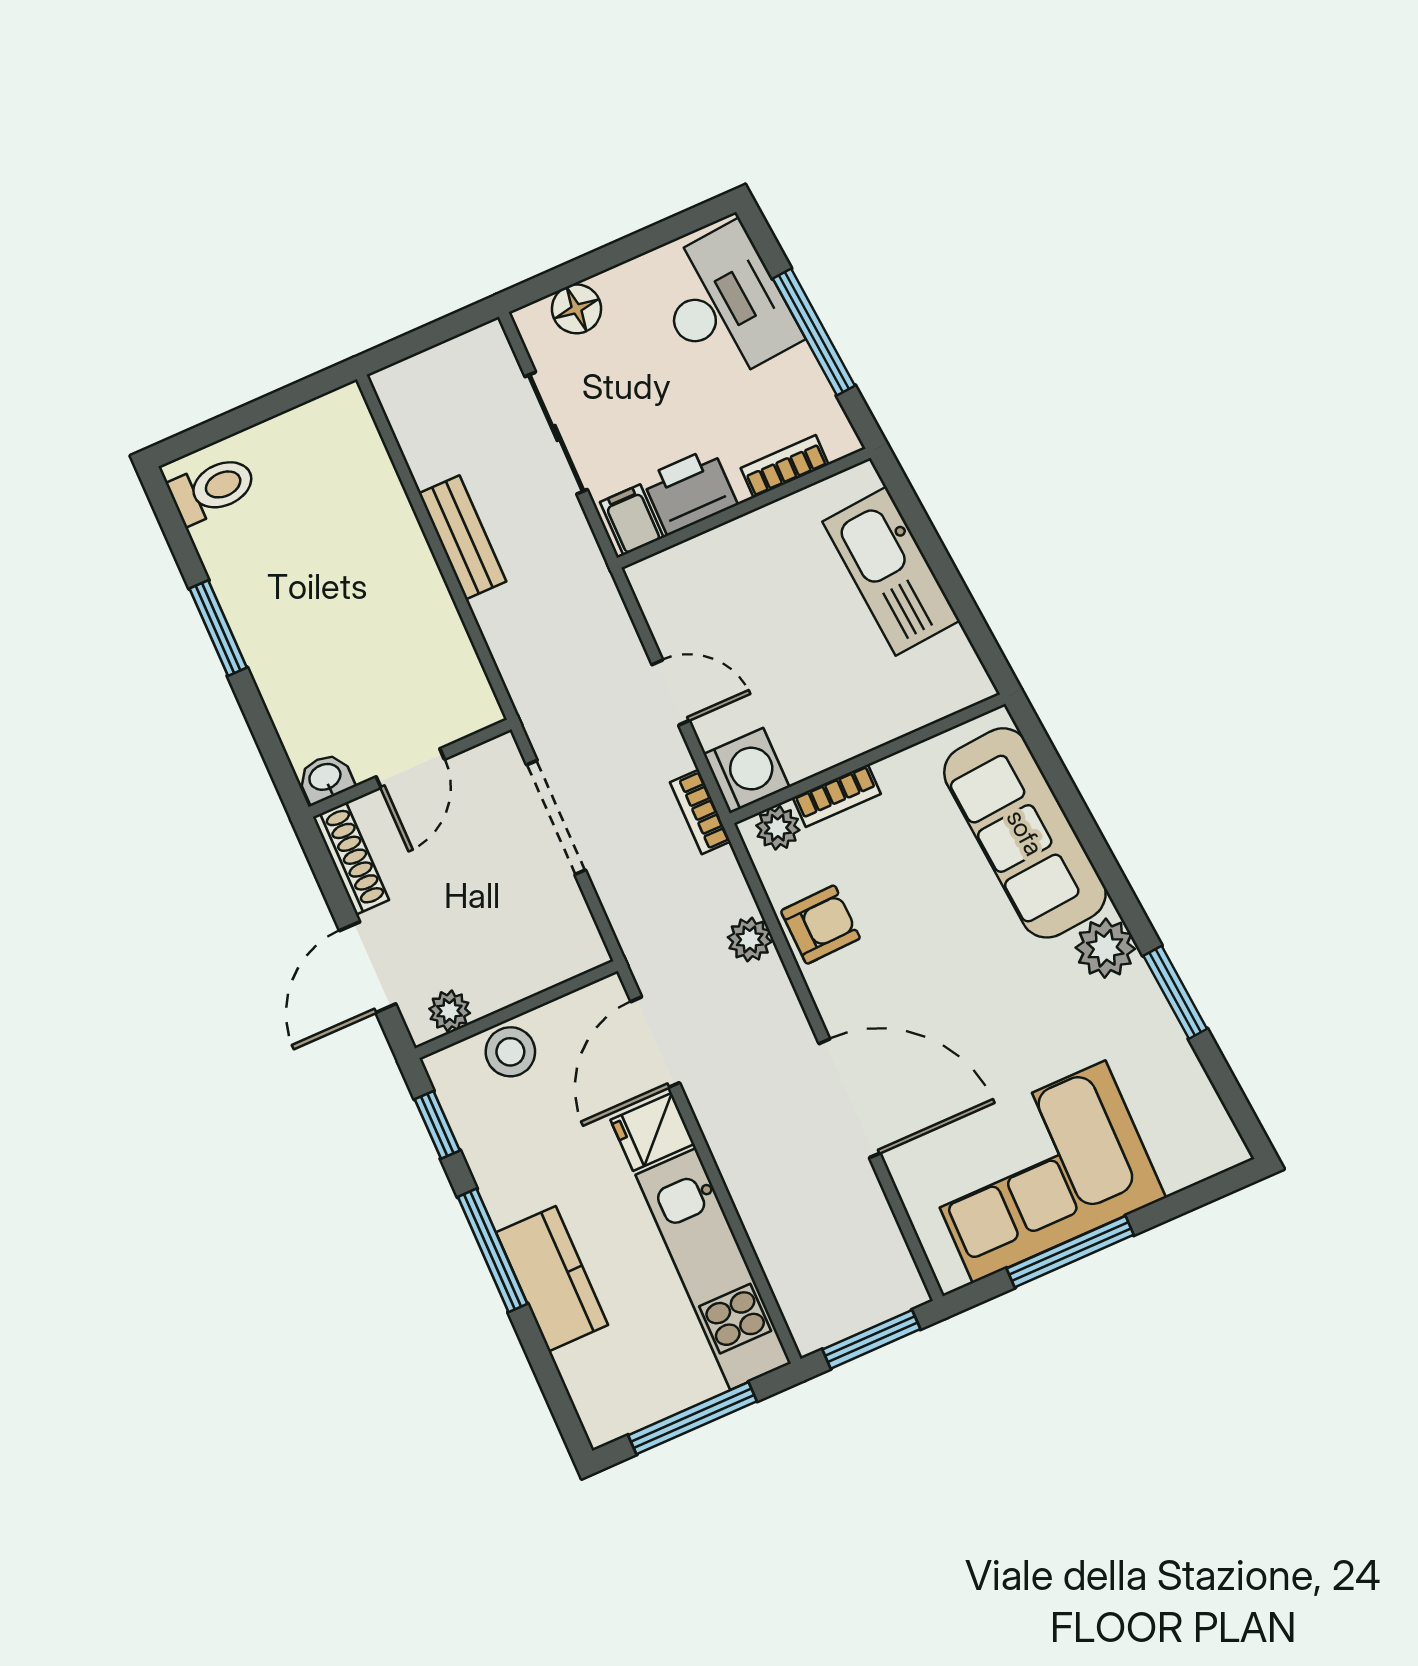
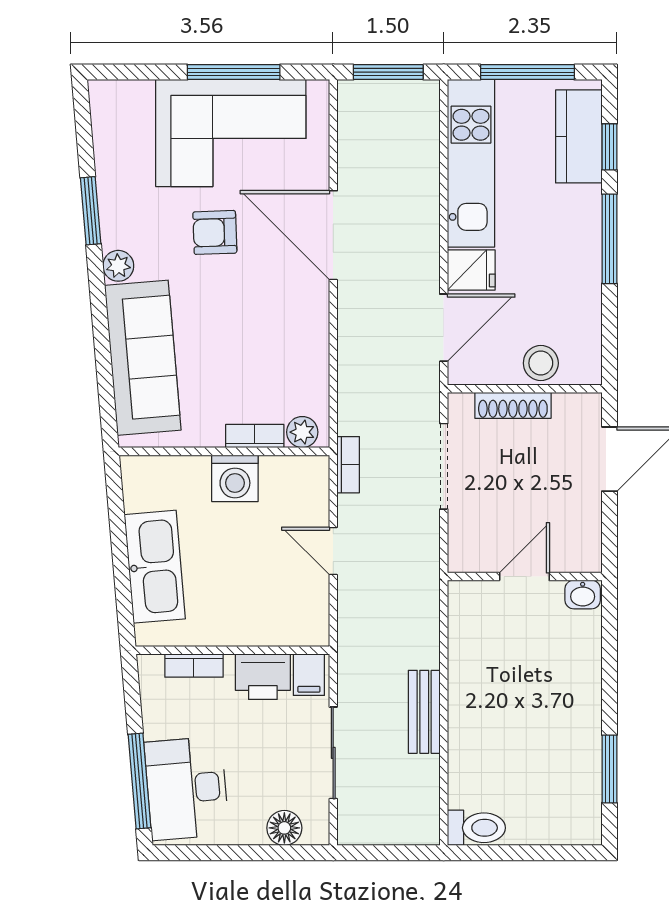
window: (814, 332) -> (139, 781), moved
toilet: (213, 489) -> (476, 828), moved, turned 180
window: (218, 628) -> (609, 769), moved
washing machine: (746, 771) -> (235, 478), moved, turned -90
doorway: (556, 817) -> (444, 466), moved
shoe rack: (351, 858) -> (513, 405), moved, turned -90
armchair: (820, 925) -> (215, 232), moved
plant: (750, 939) -> (353, 367), removed
plant: (1105, 948) -> (118, 266), width x0.73, depth x0.73
plant: (450, 1011) -> (569, 407), removed
window: (437, 1125) -> (609, 147), moved
kitchen counter: (552, 1279) -> (579, 136), moved

